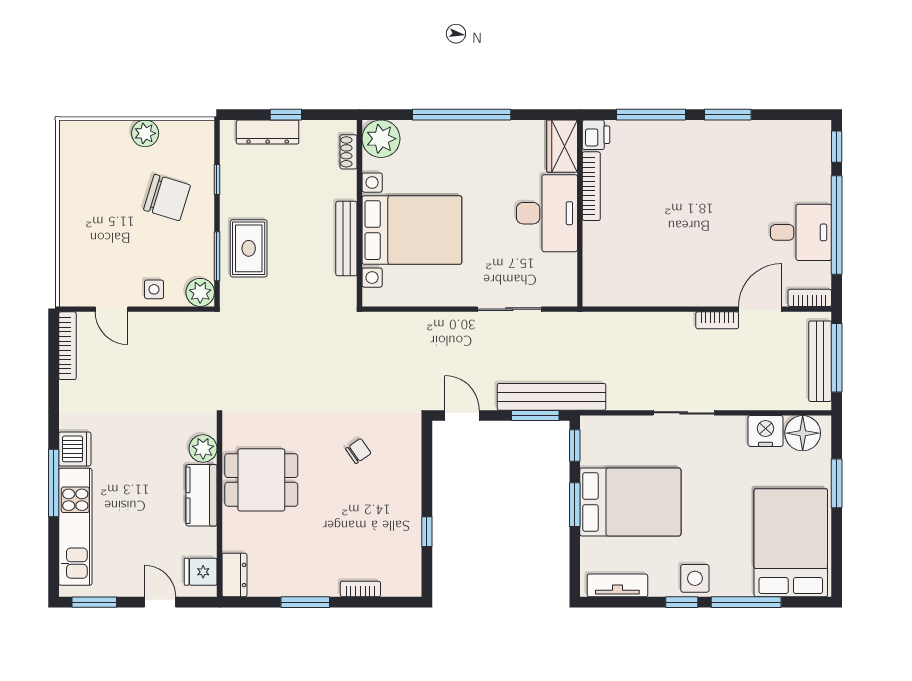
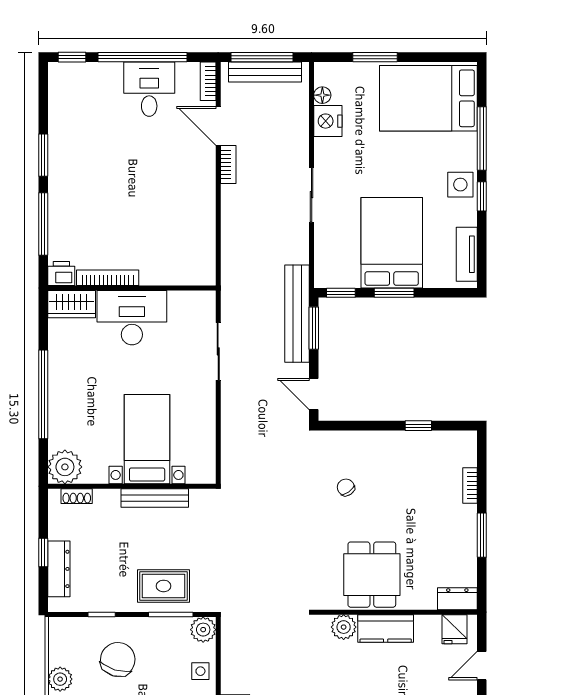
bed with nightstands: (412, 230) -> (147, 439), width x0.73
door: (462, 415) -> (314, 394), hinge flipped
floor lamp: (803, 433) -> (322, 95), width x0.53, depth x0.53

